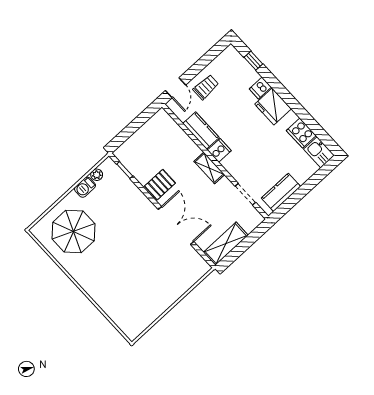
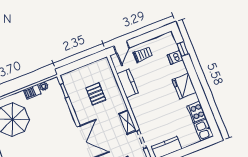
dishwasher: (260, 88) -> (175, 57), moved
cooker: (219, 150) -> (135, 102), removed
shelving: (209, 168) -> (128, 122), moved
pallet: (160, 185) -> (96, 94), moved, turned 90

